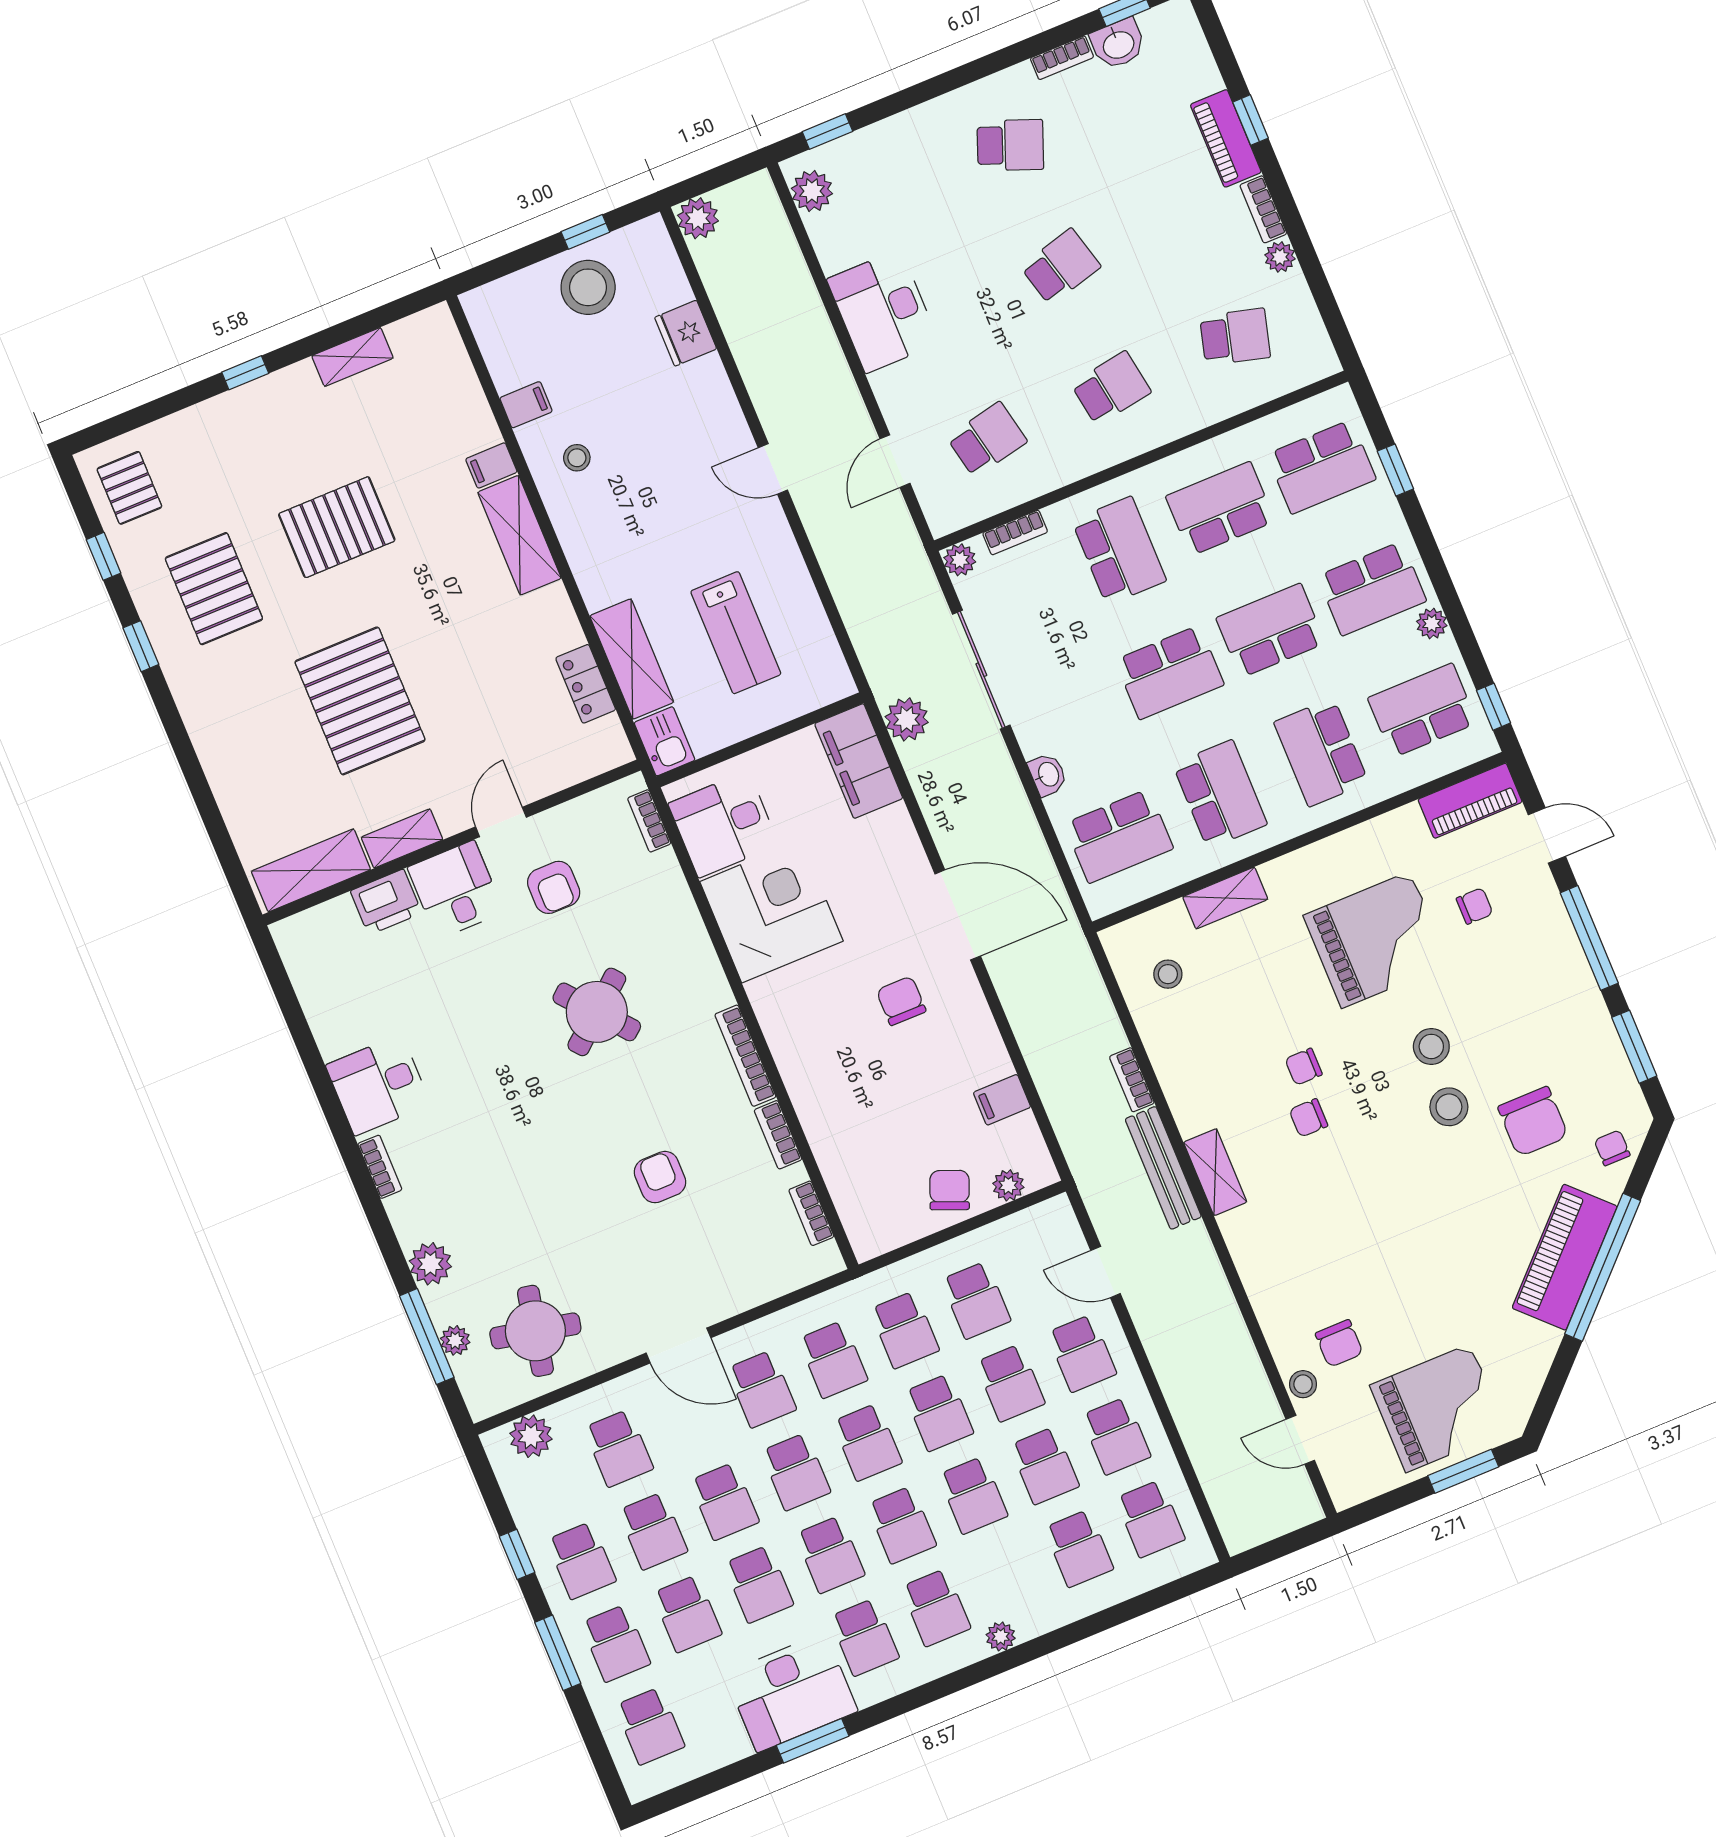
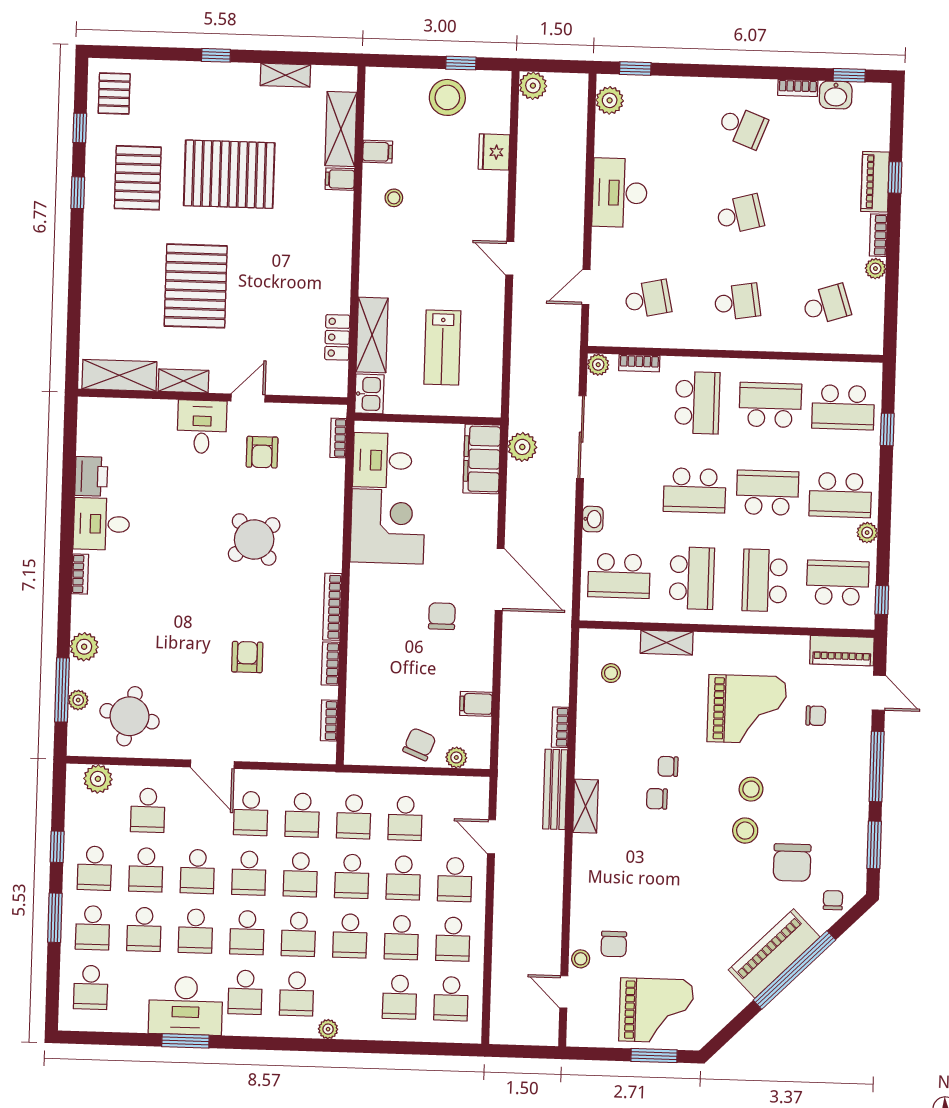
school desk: (1235, 337) -> (826, 305), turned -33
pallet: (337, 527) -> (229, 174), width x1.37, depth x1.41
shelving: (519, 535) -> (341, 129), moved
printer: (386, 902) -> (91, 476), moved, turned -90

